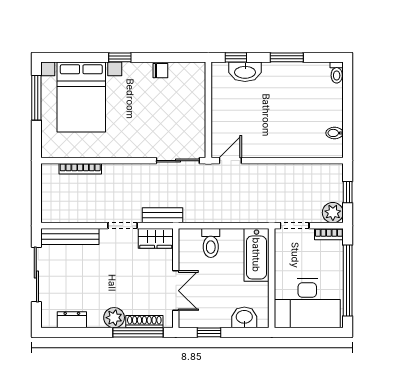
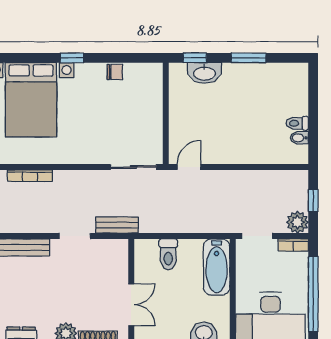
toilet: (337, 73) -> (297, 123), moved, turned 90
wardrobe: (156, 238) -> (110, 250), removed

